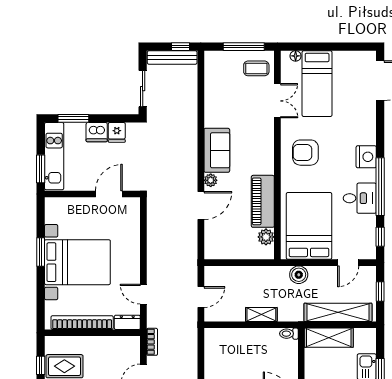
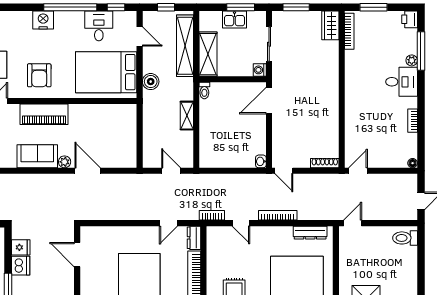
desk: (360, 198) -> (99, 26), moved
piano: (263, 201) -> (44, 114), moved
plant: (266, 237) -> (116, 111), removed

